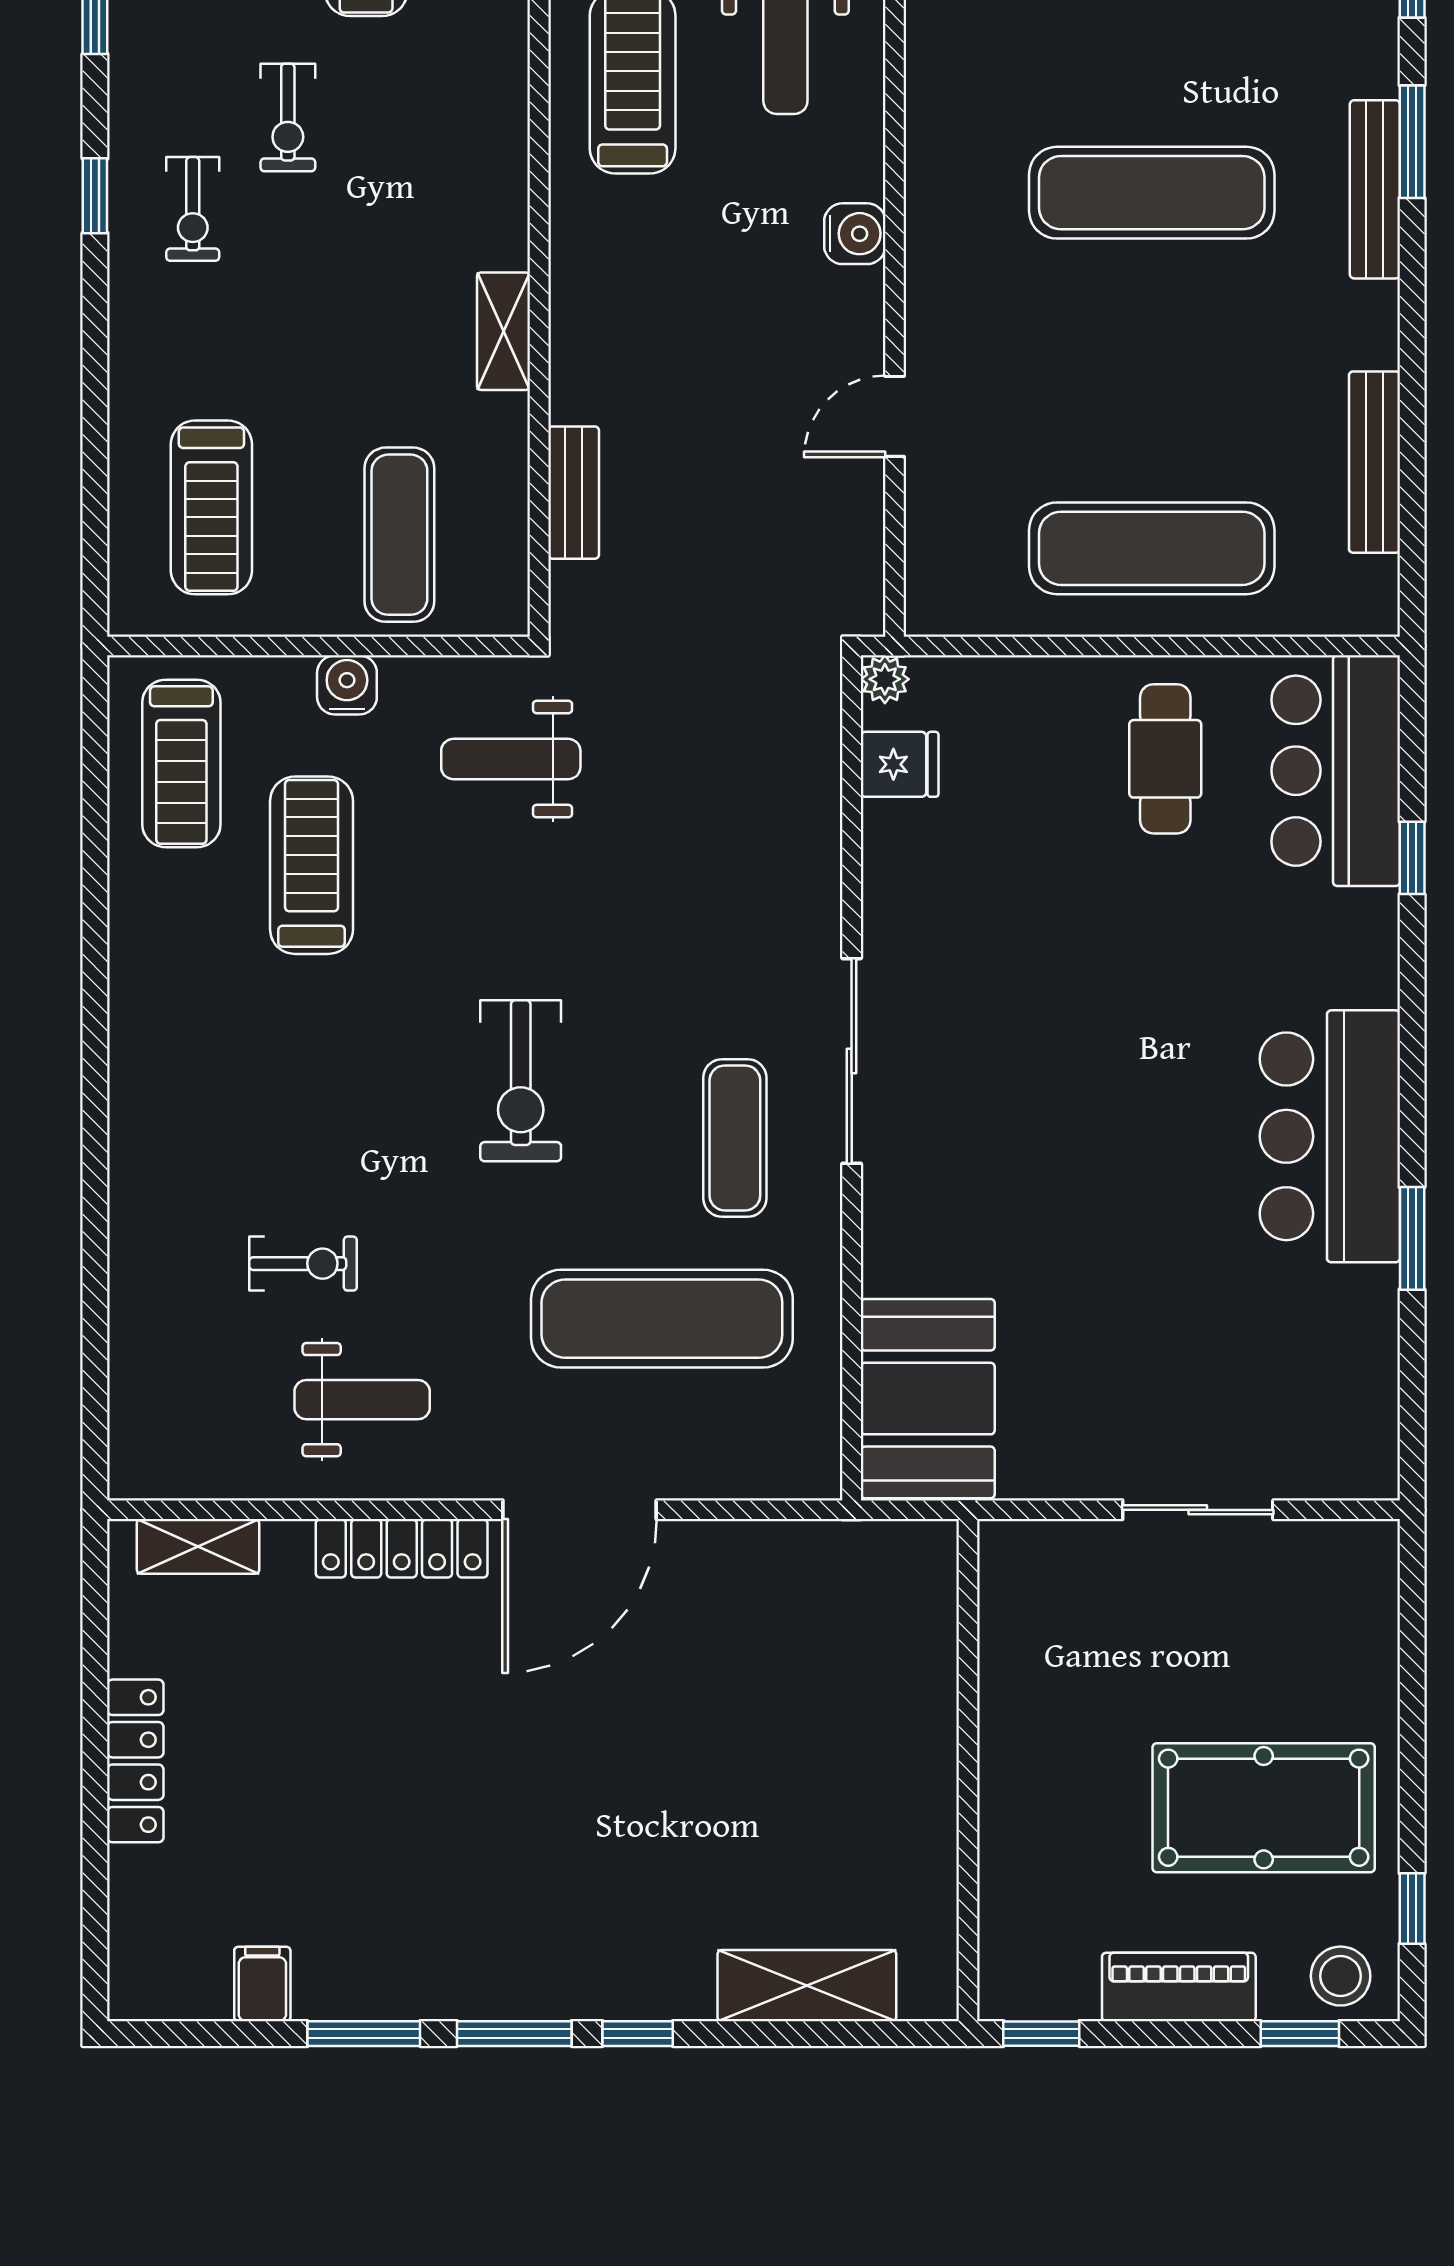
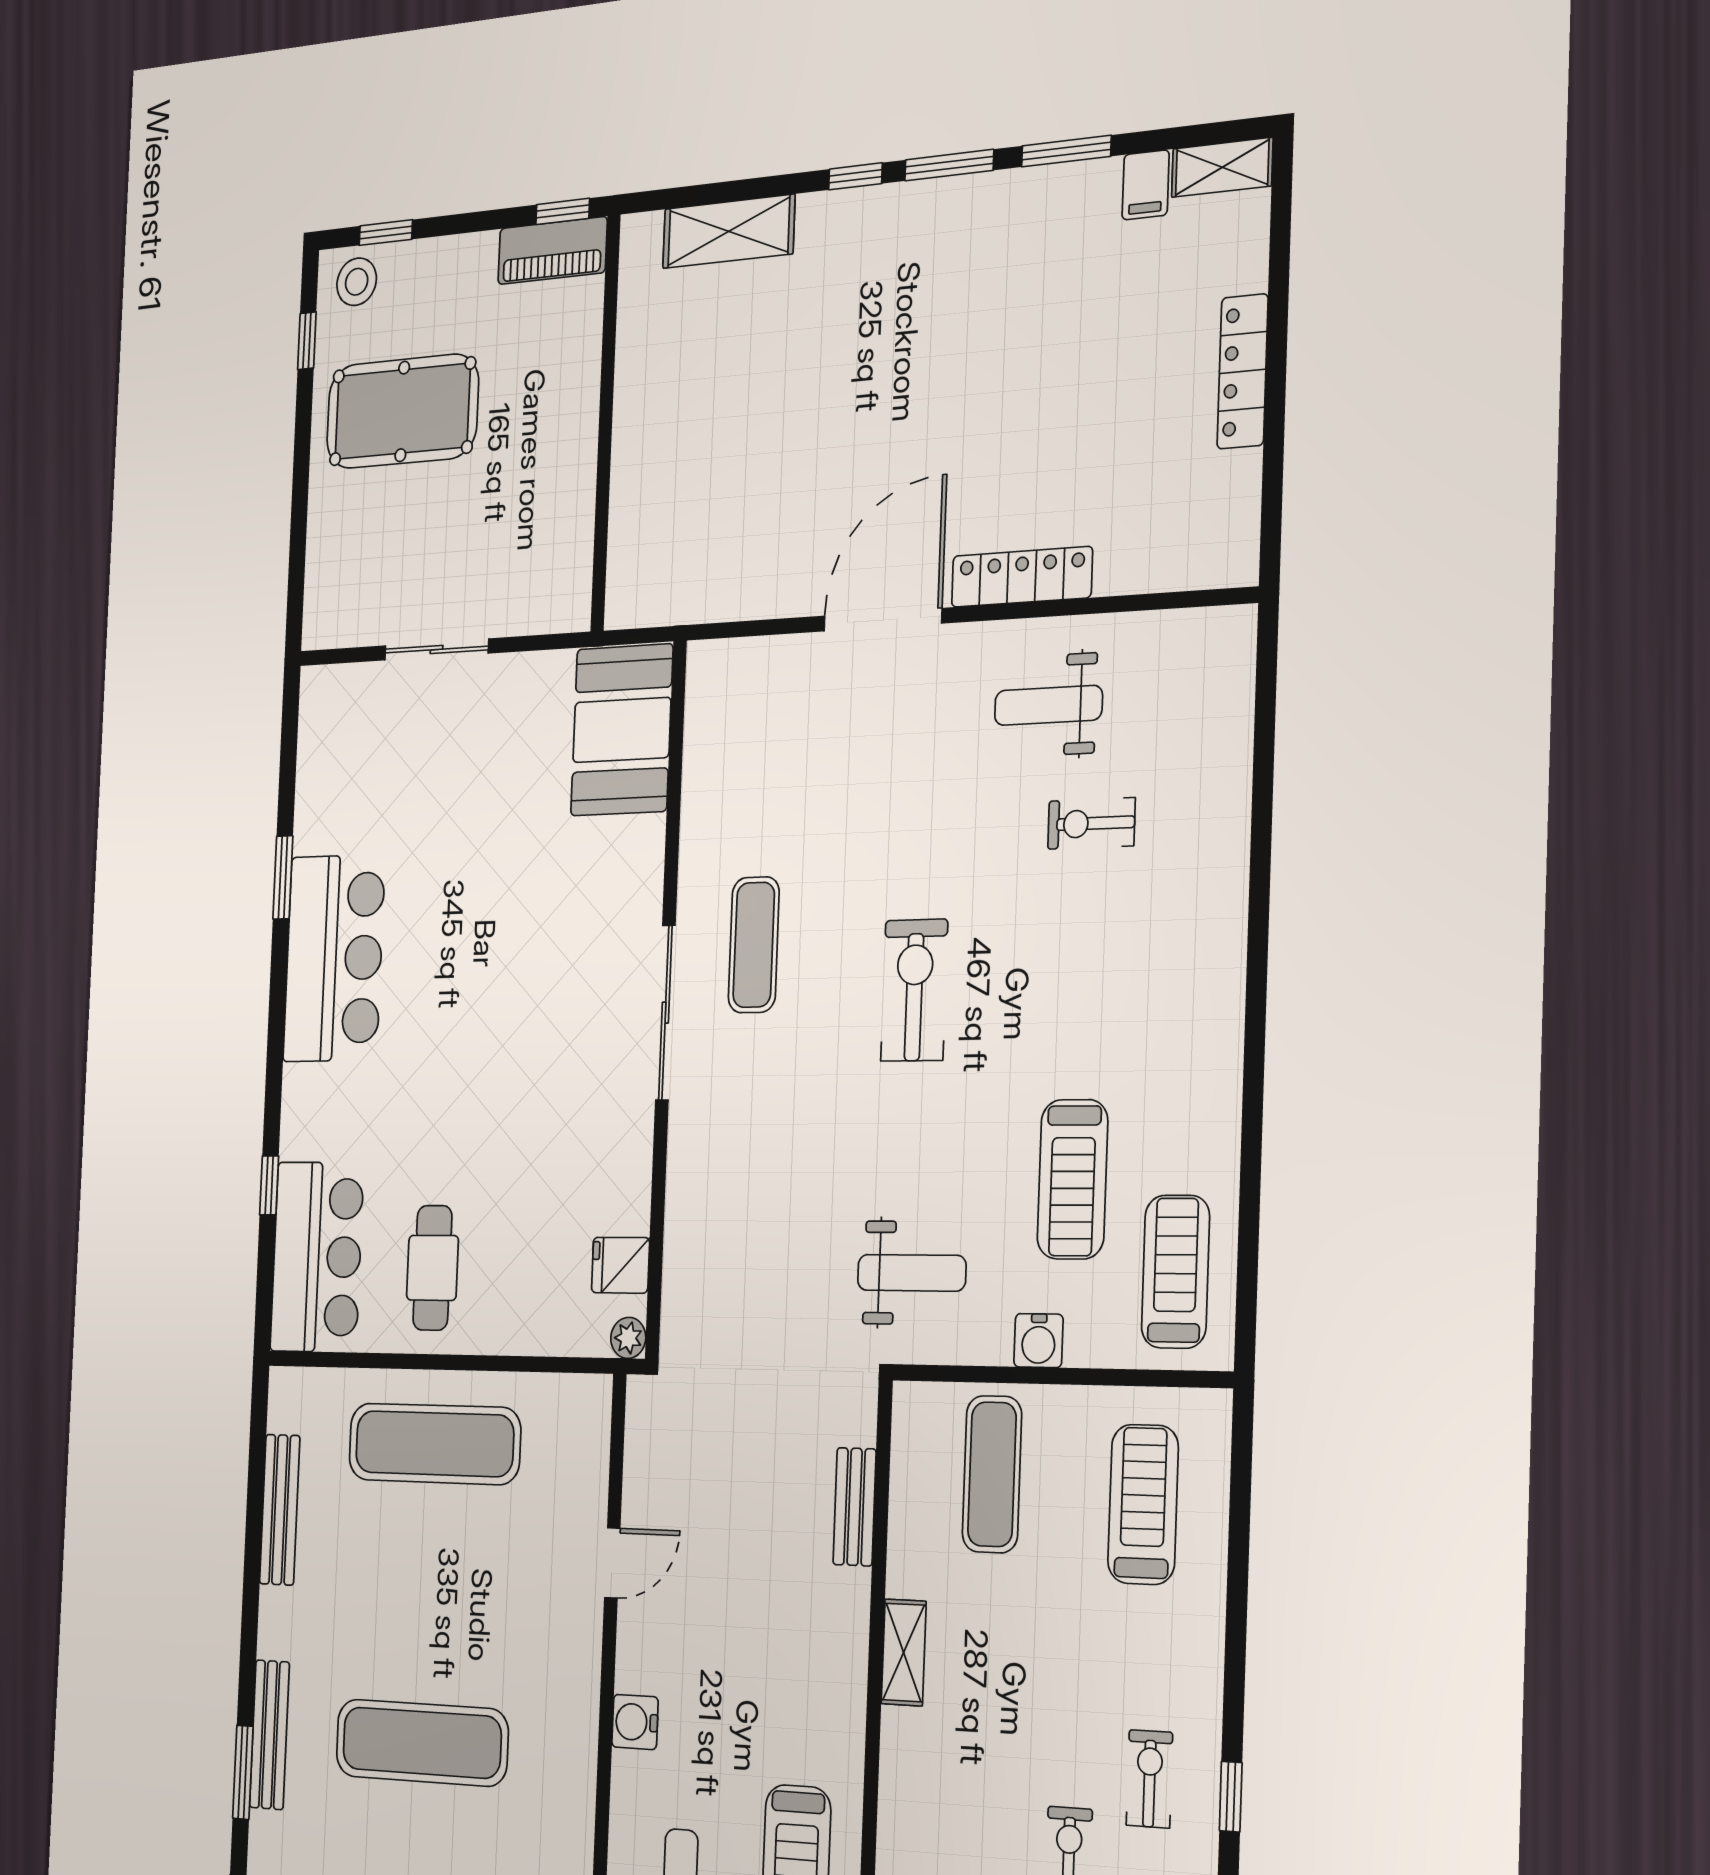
exercise mat: (662, 1319) -> (814, 788), removed
shelving: (198, 1546) -> (1222, 167), moved
piano: (1179, 1987) -> (552, 251), moved

